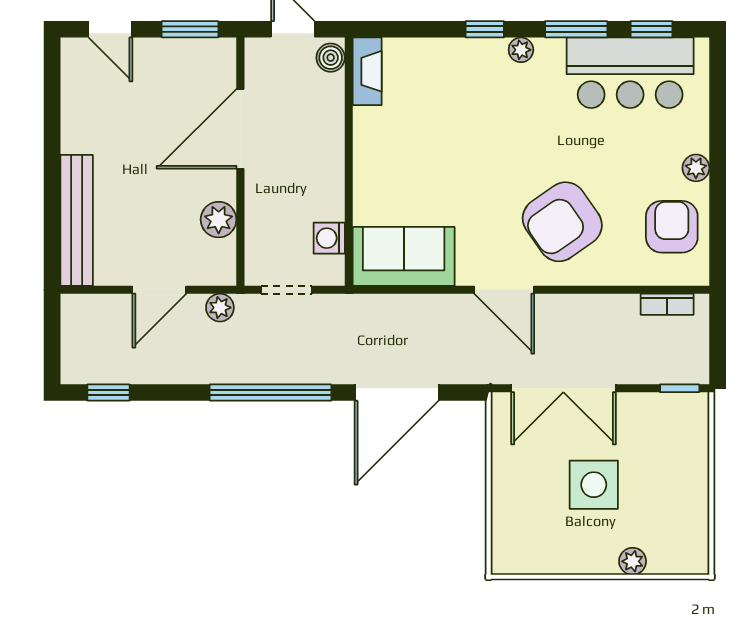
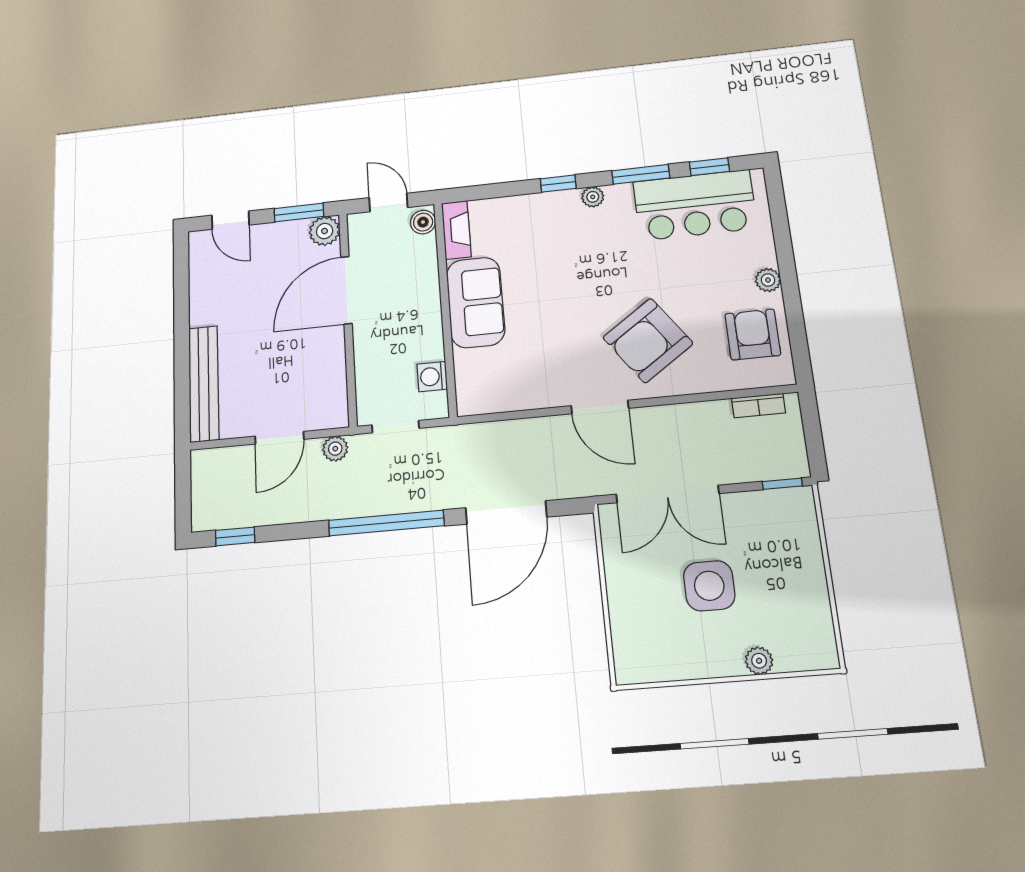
plant: (219, 220) -> (325, 231), moved
sofa: (404, 256) -> (475, 302), moved, turned 90

